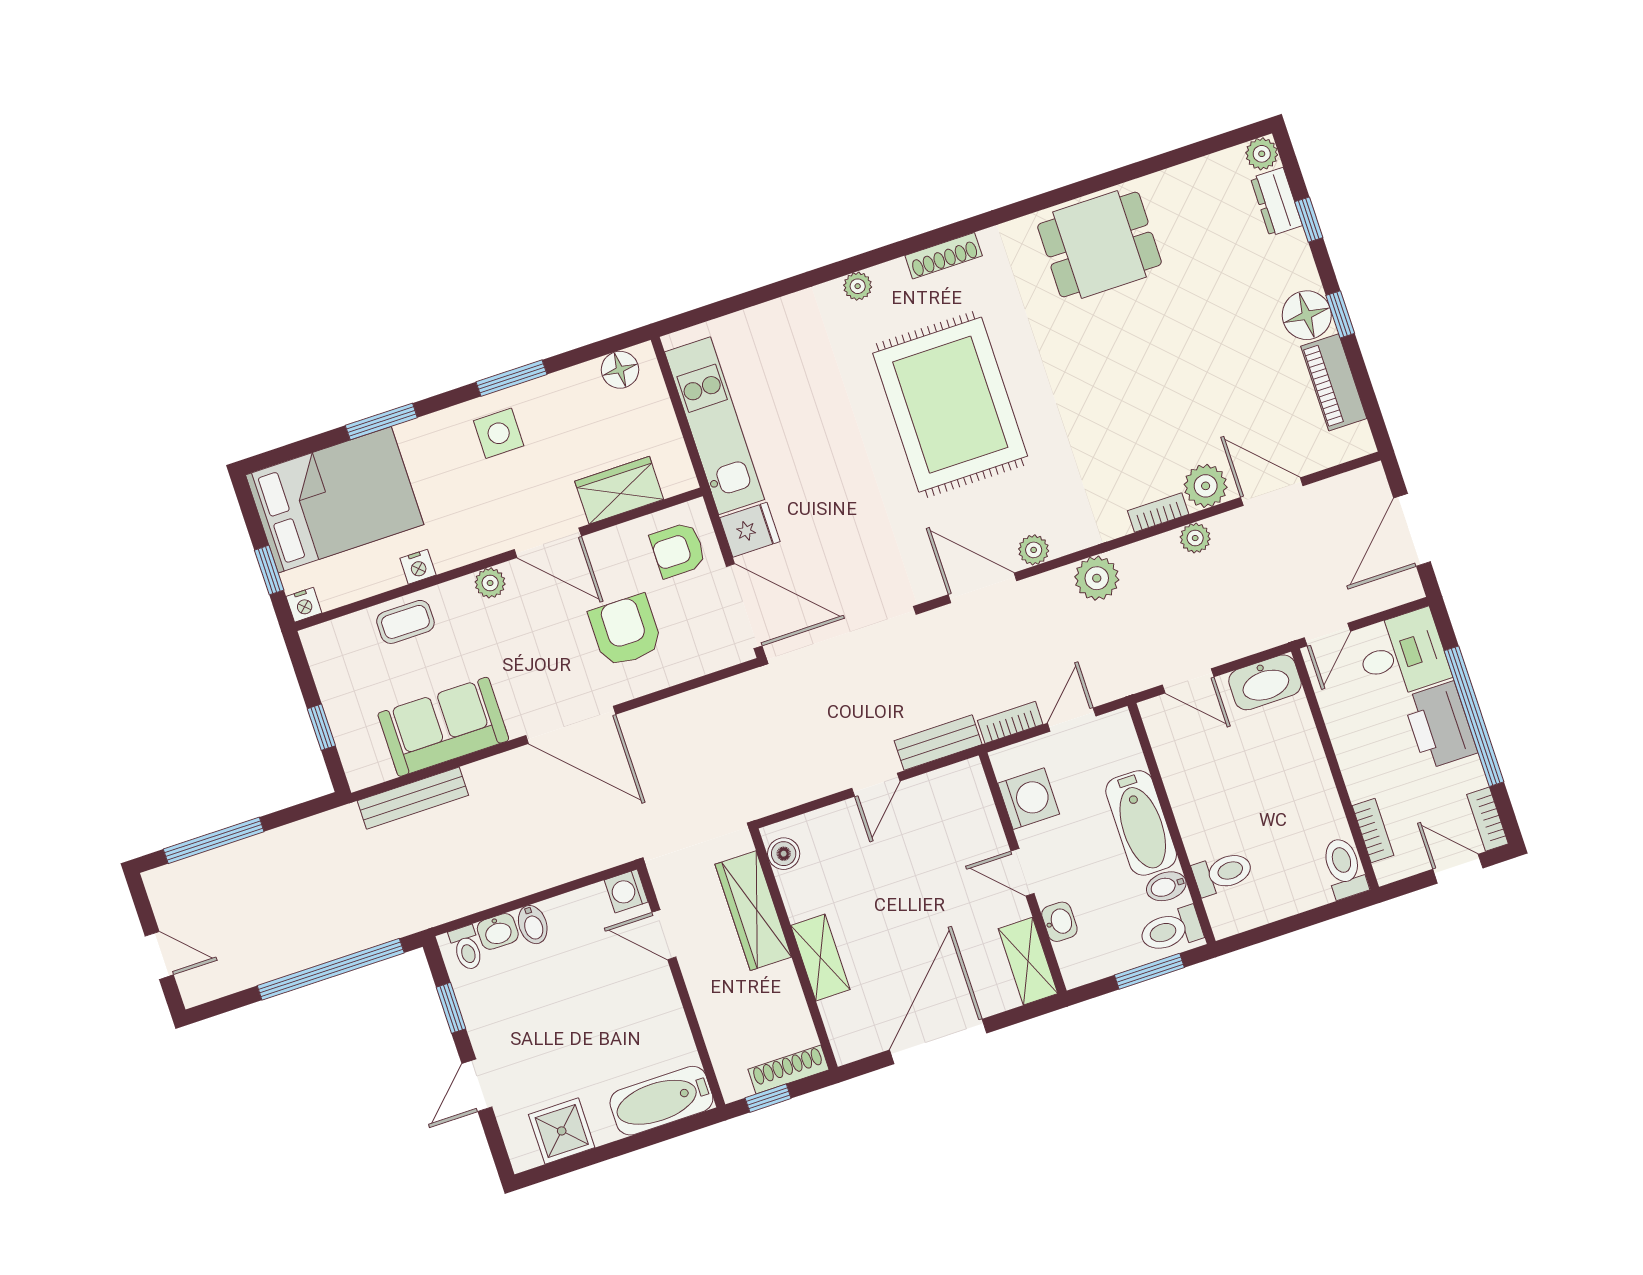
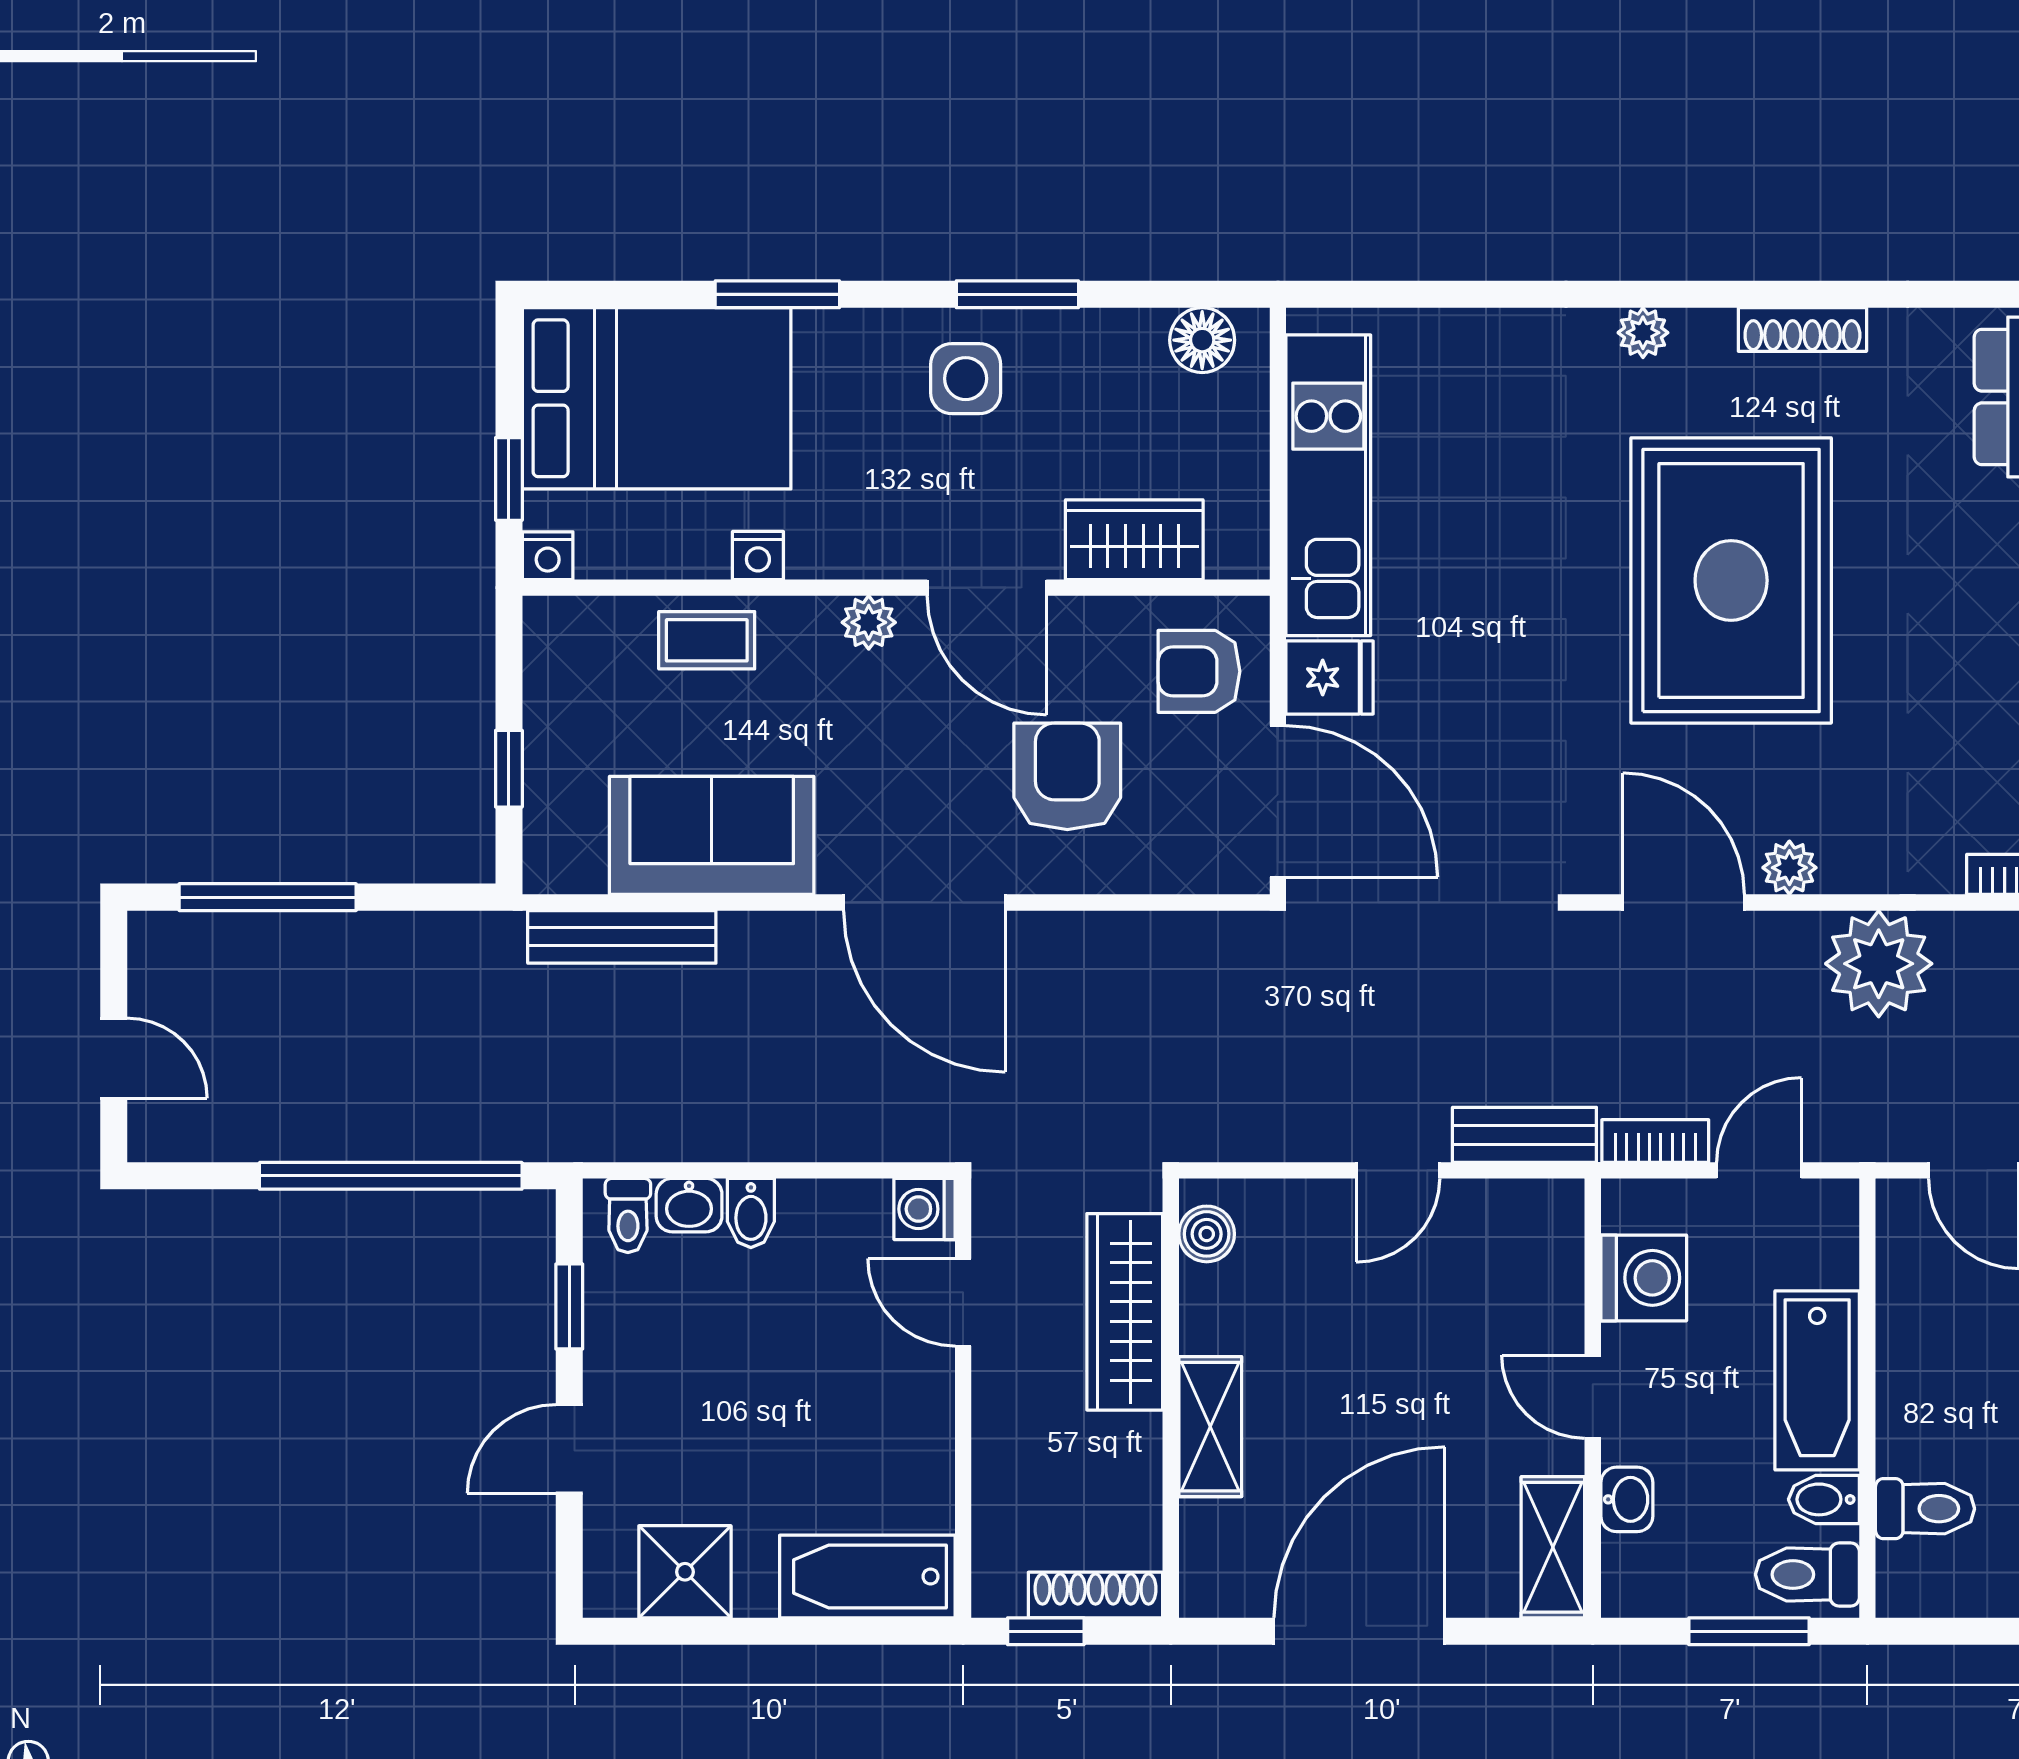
plant: (1097, 578) -> (1879, 964), width x1.36, depth x1.36

